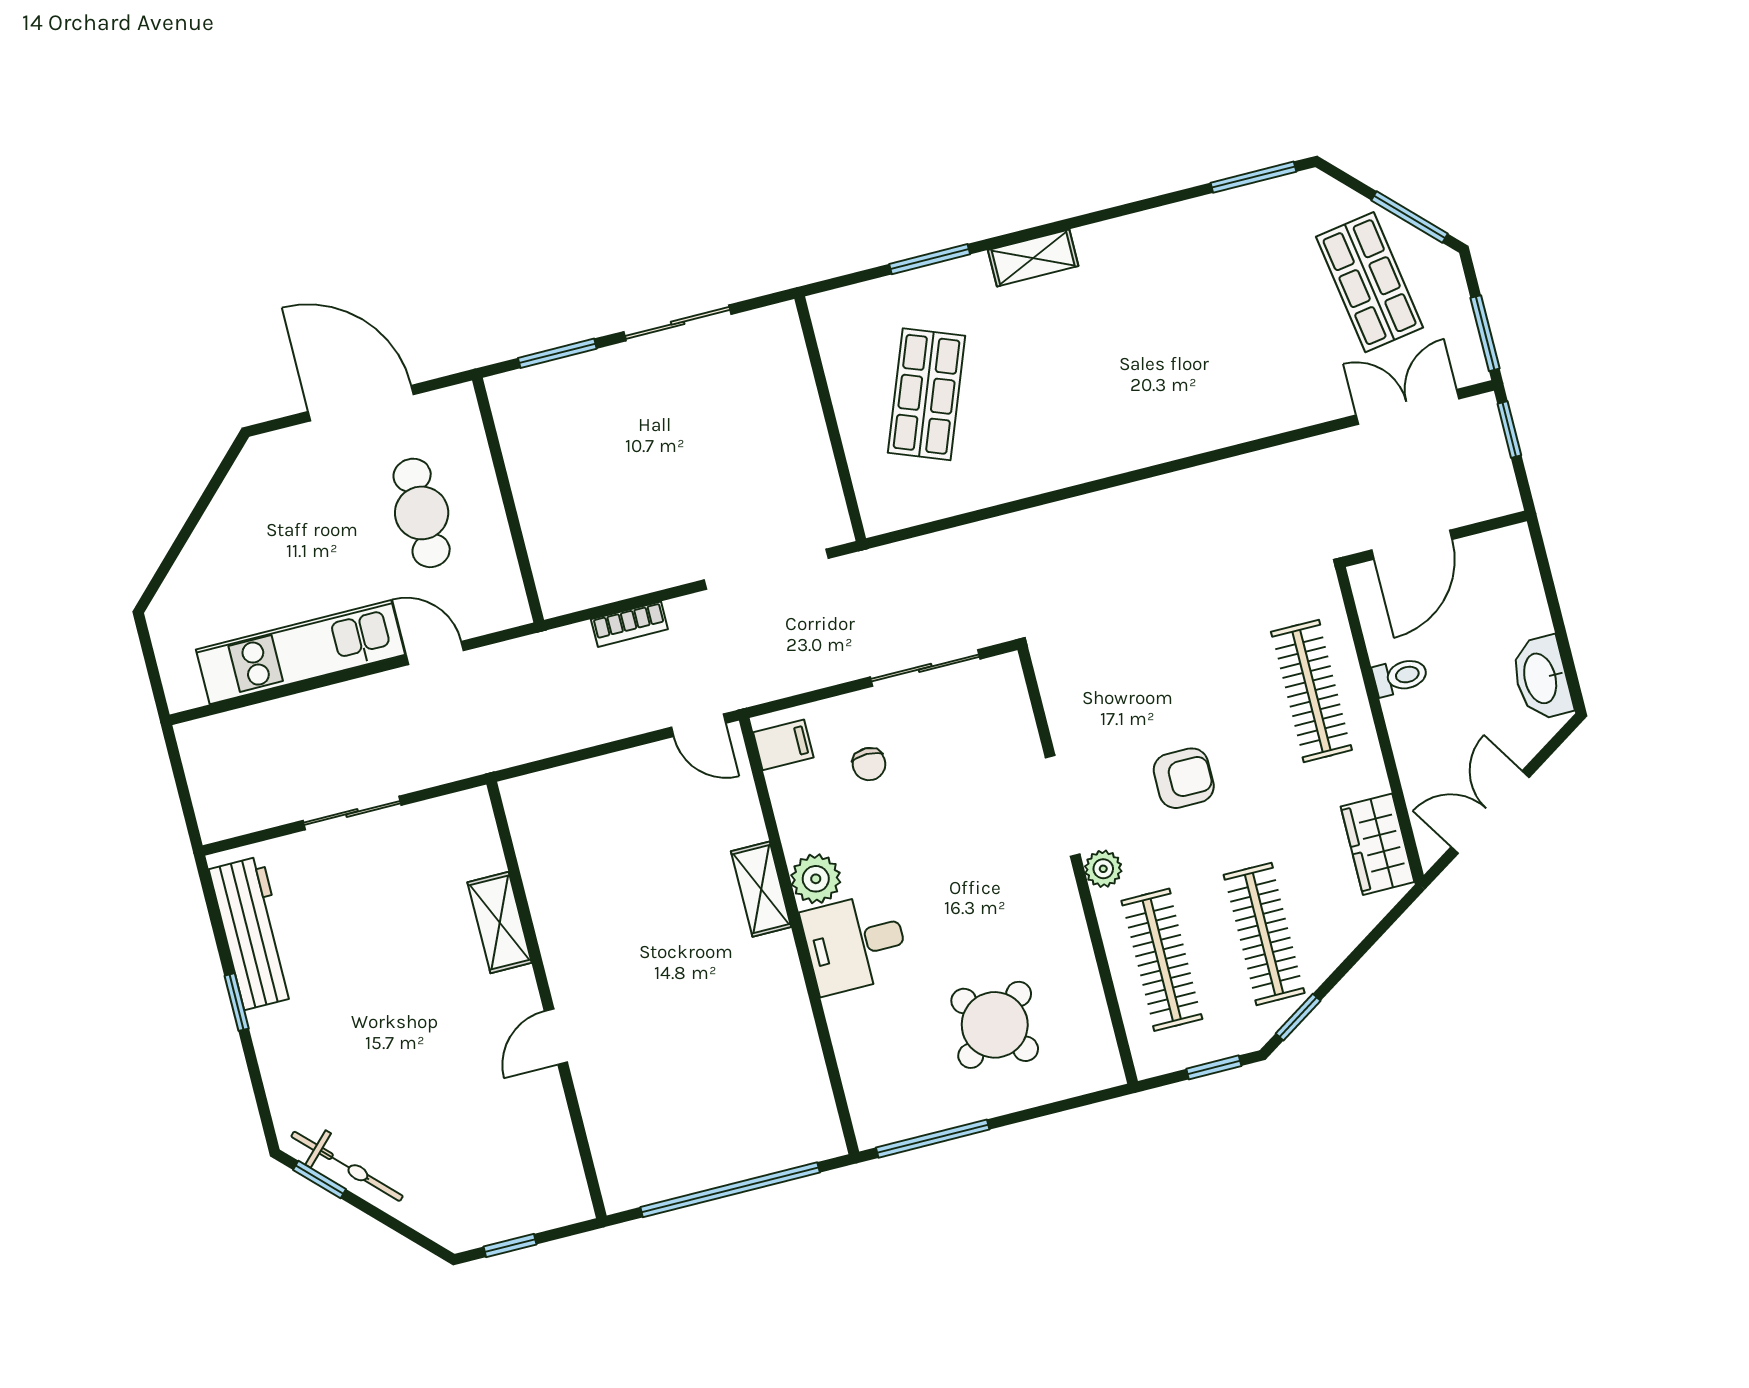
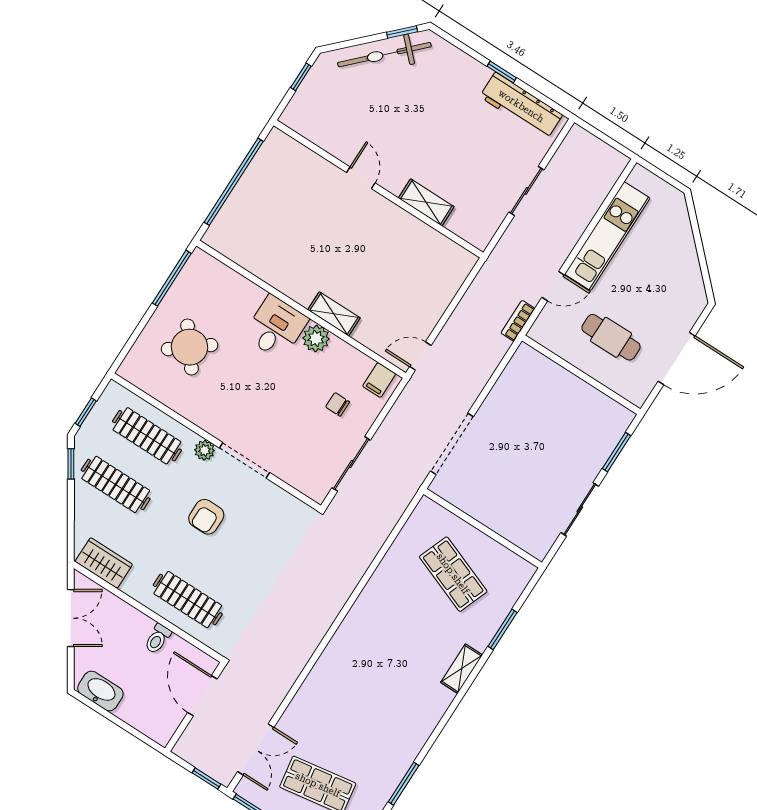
bookcase: (629, 624) -> (518, 321), moved
bicycle: (347, 1166) -> (384, 55), width x1.37, depth x1.40

